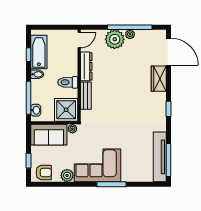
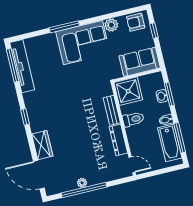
plant: (115, 39) -> (96, 174), removed
door: (79, 40) -> (132, 165), swing flipped
window: (28, 55) -> (180, 138), width x2.17
window: (28, 98) -> (169, 94), width x0.69
washbasin: (36, 110) -> (162, 96), moved
plant: (72, 129) -> (117, 73), removed

